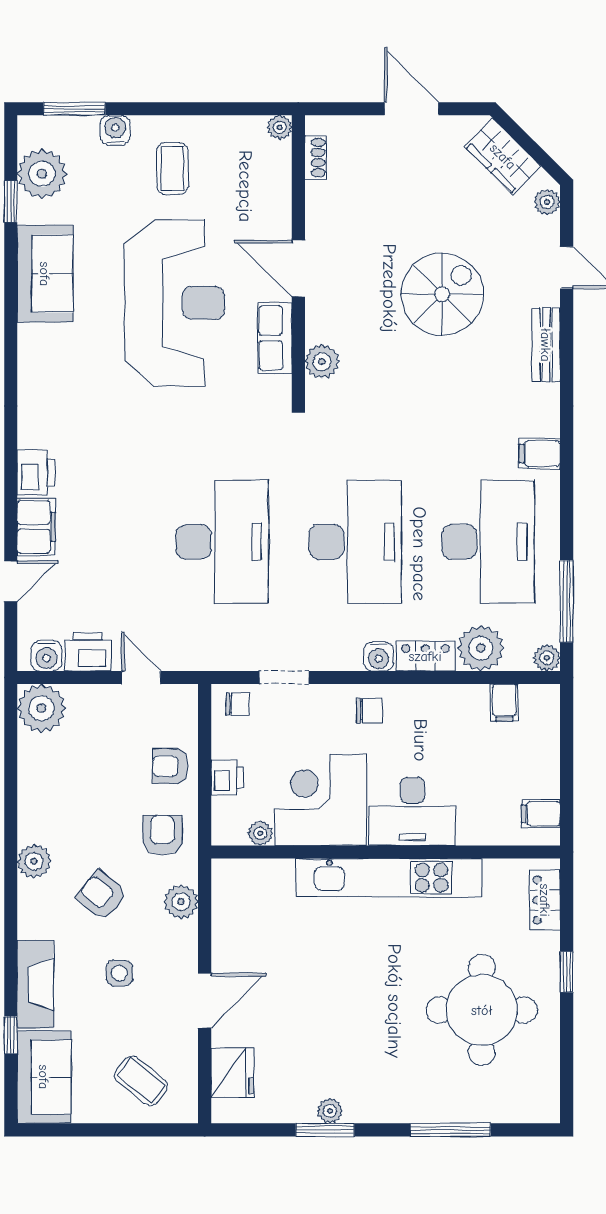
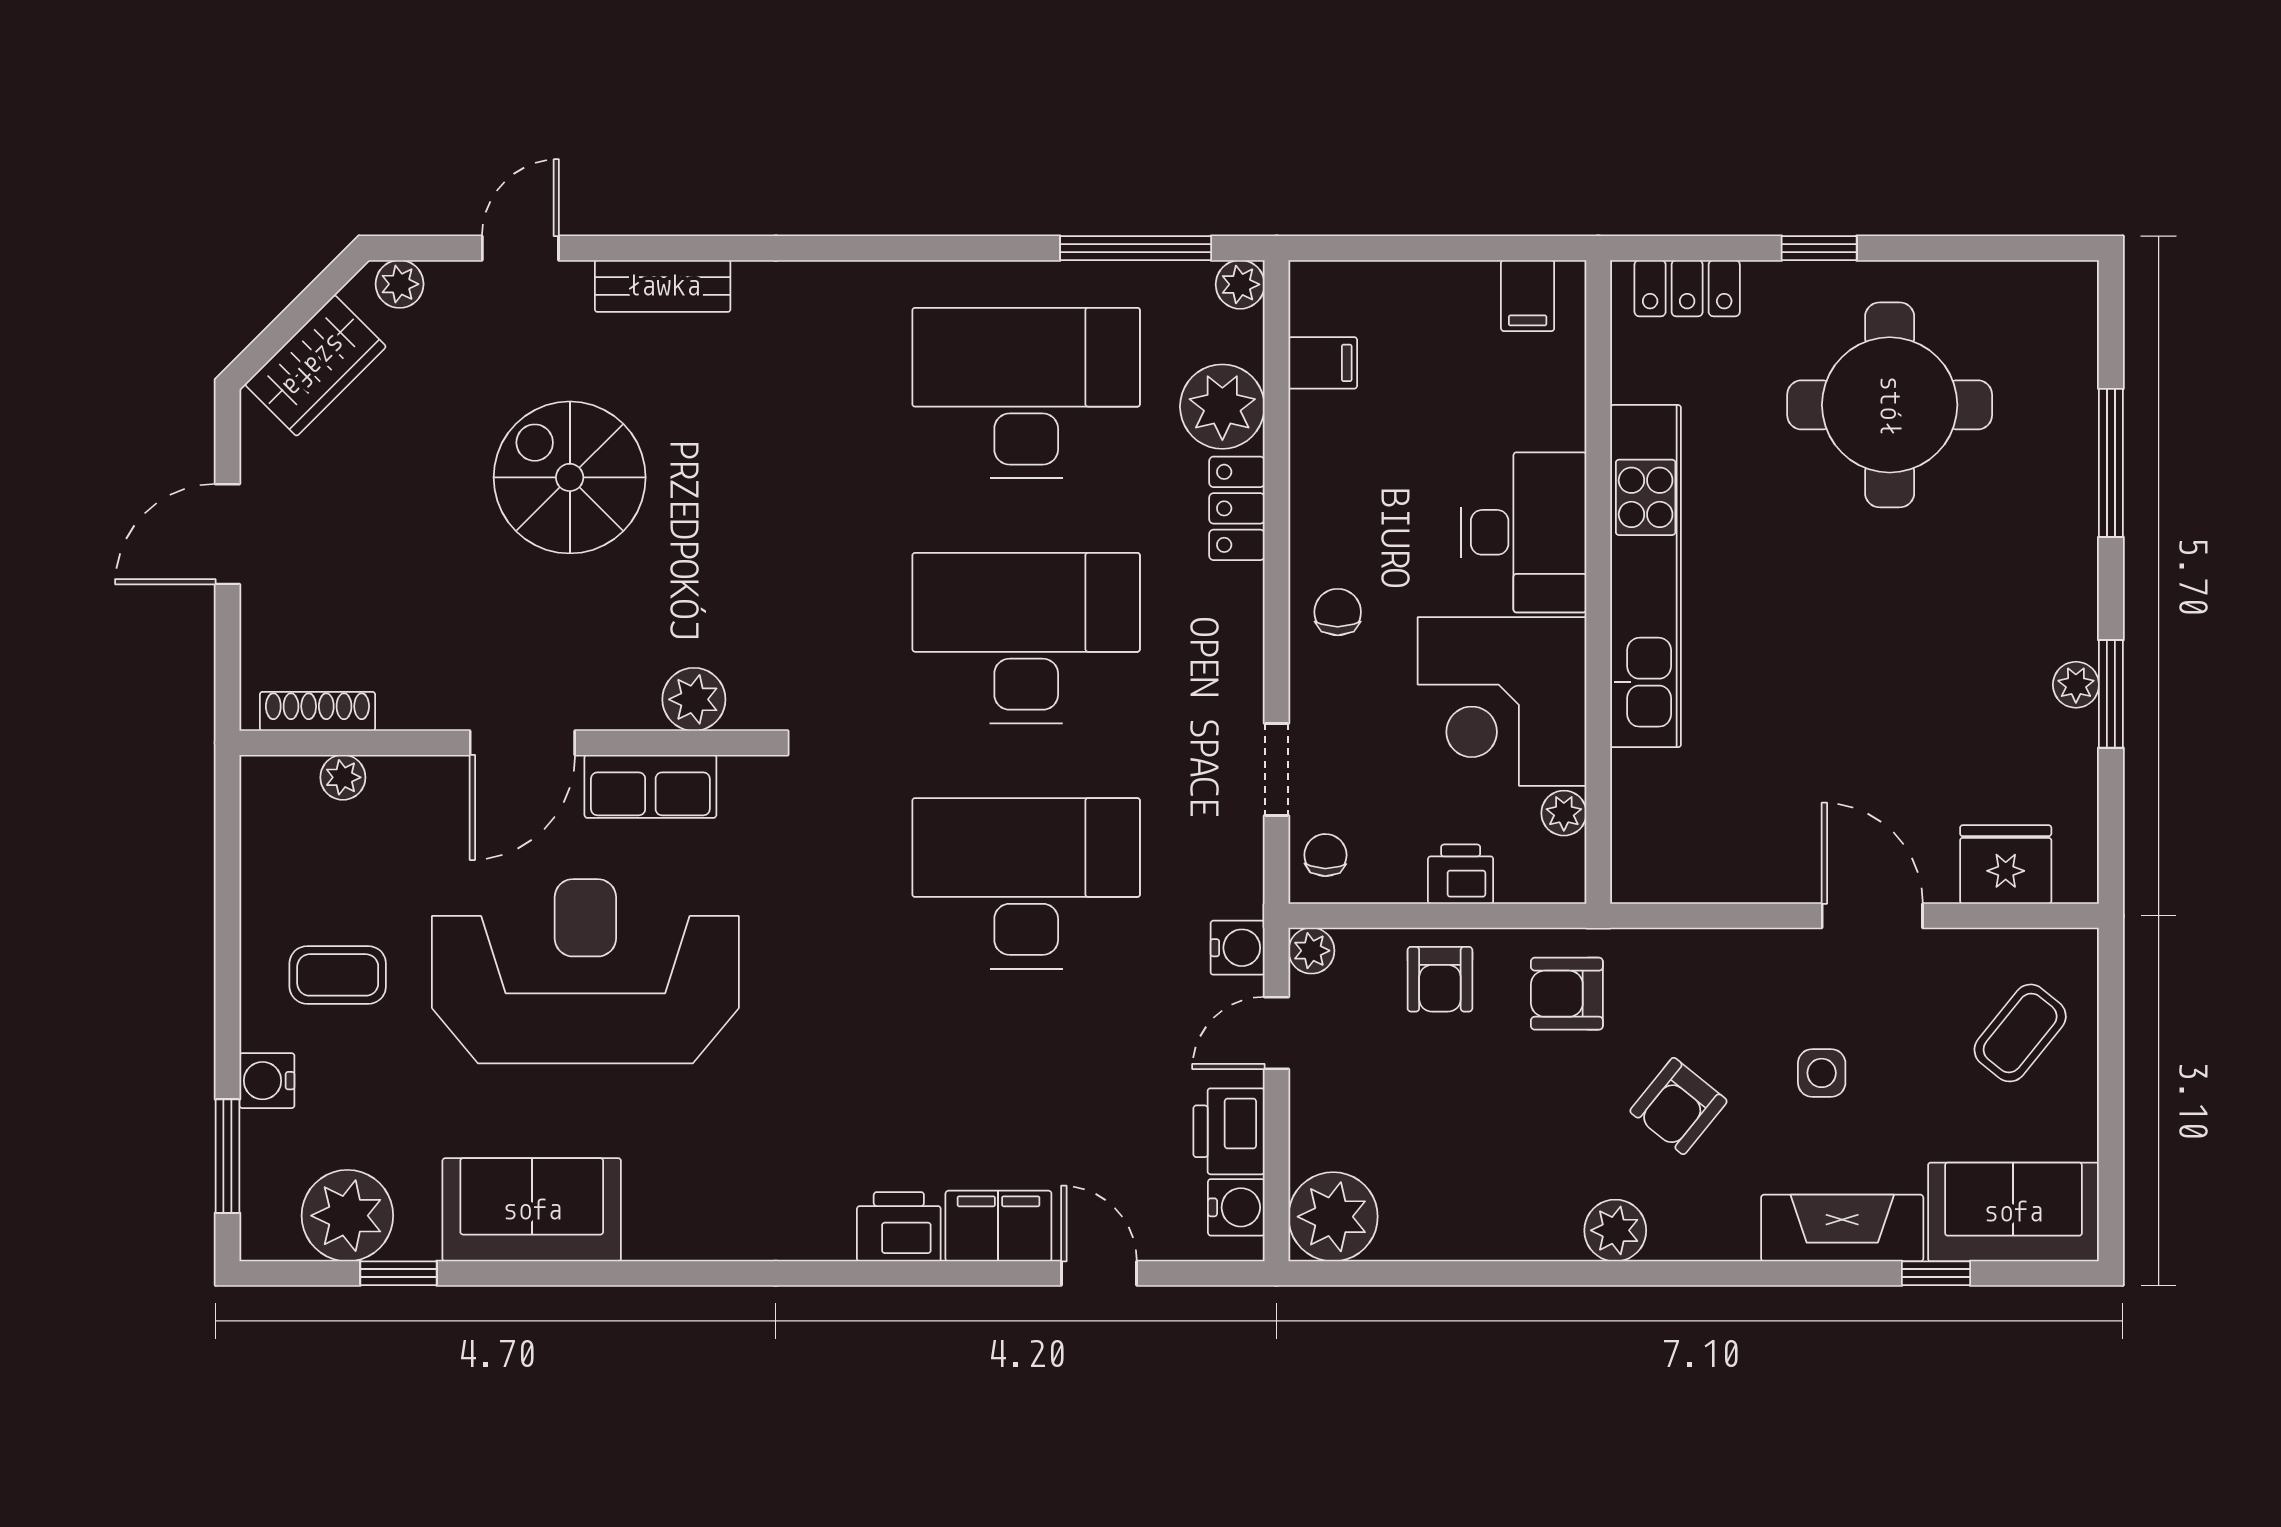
plant: (280, 127) -> (343, 777), moved
shoe rack: (315, 158) -> (317, 711), width x1.43
filing cabinet: (540, 453) -> (863, 298), removed
water cooler: (379, 656) -> (1238, 948), moved
plant: (181, 902) -> (1311, 951), moved, width x0.73, depth x0.73

